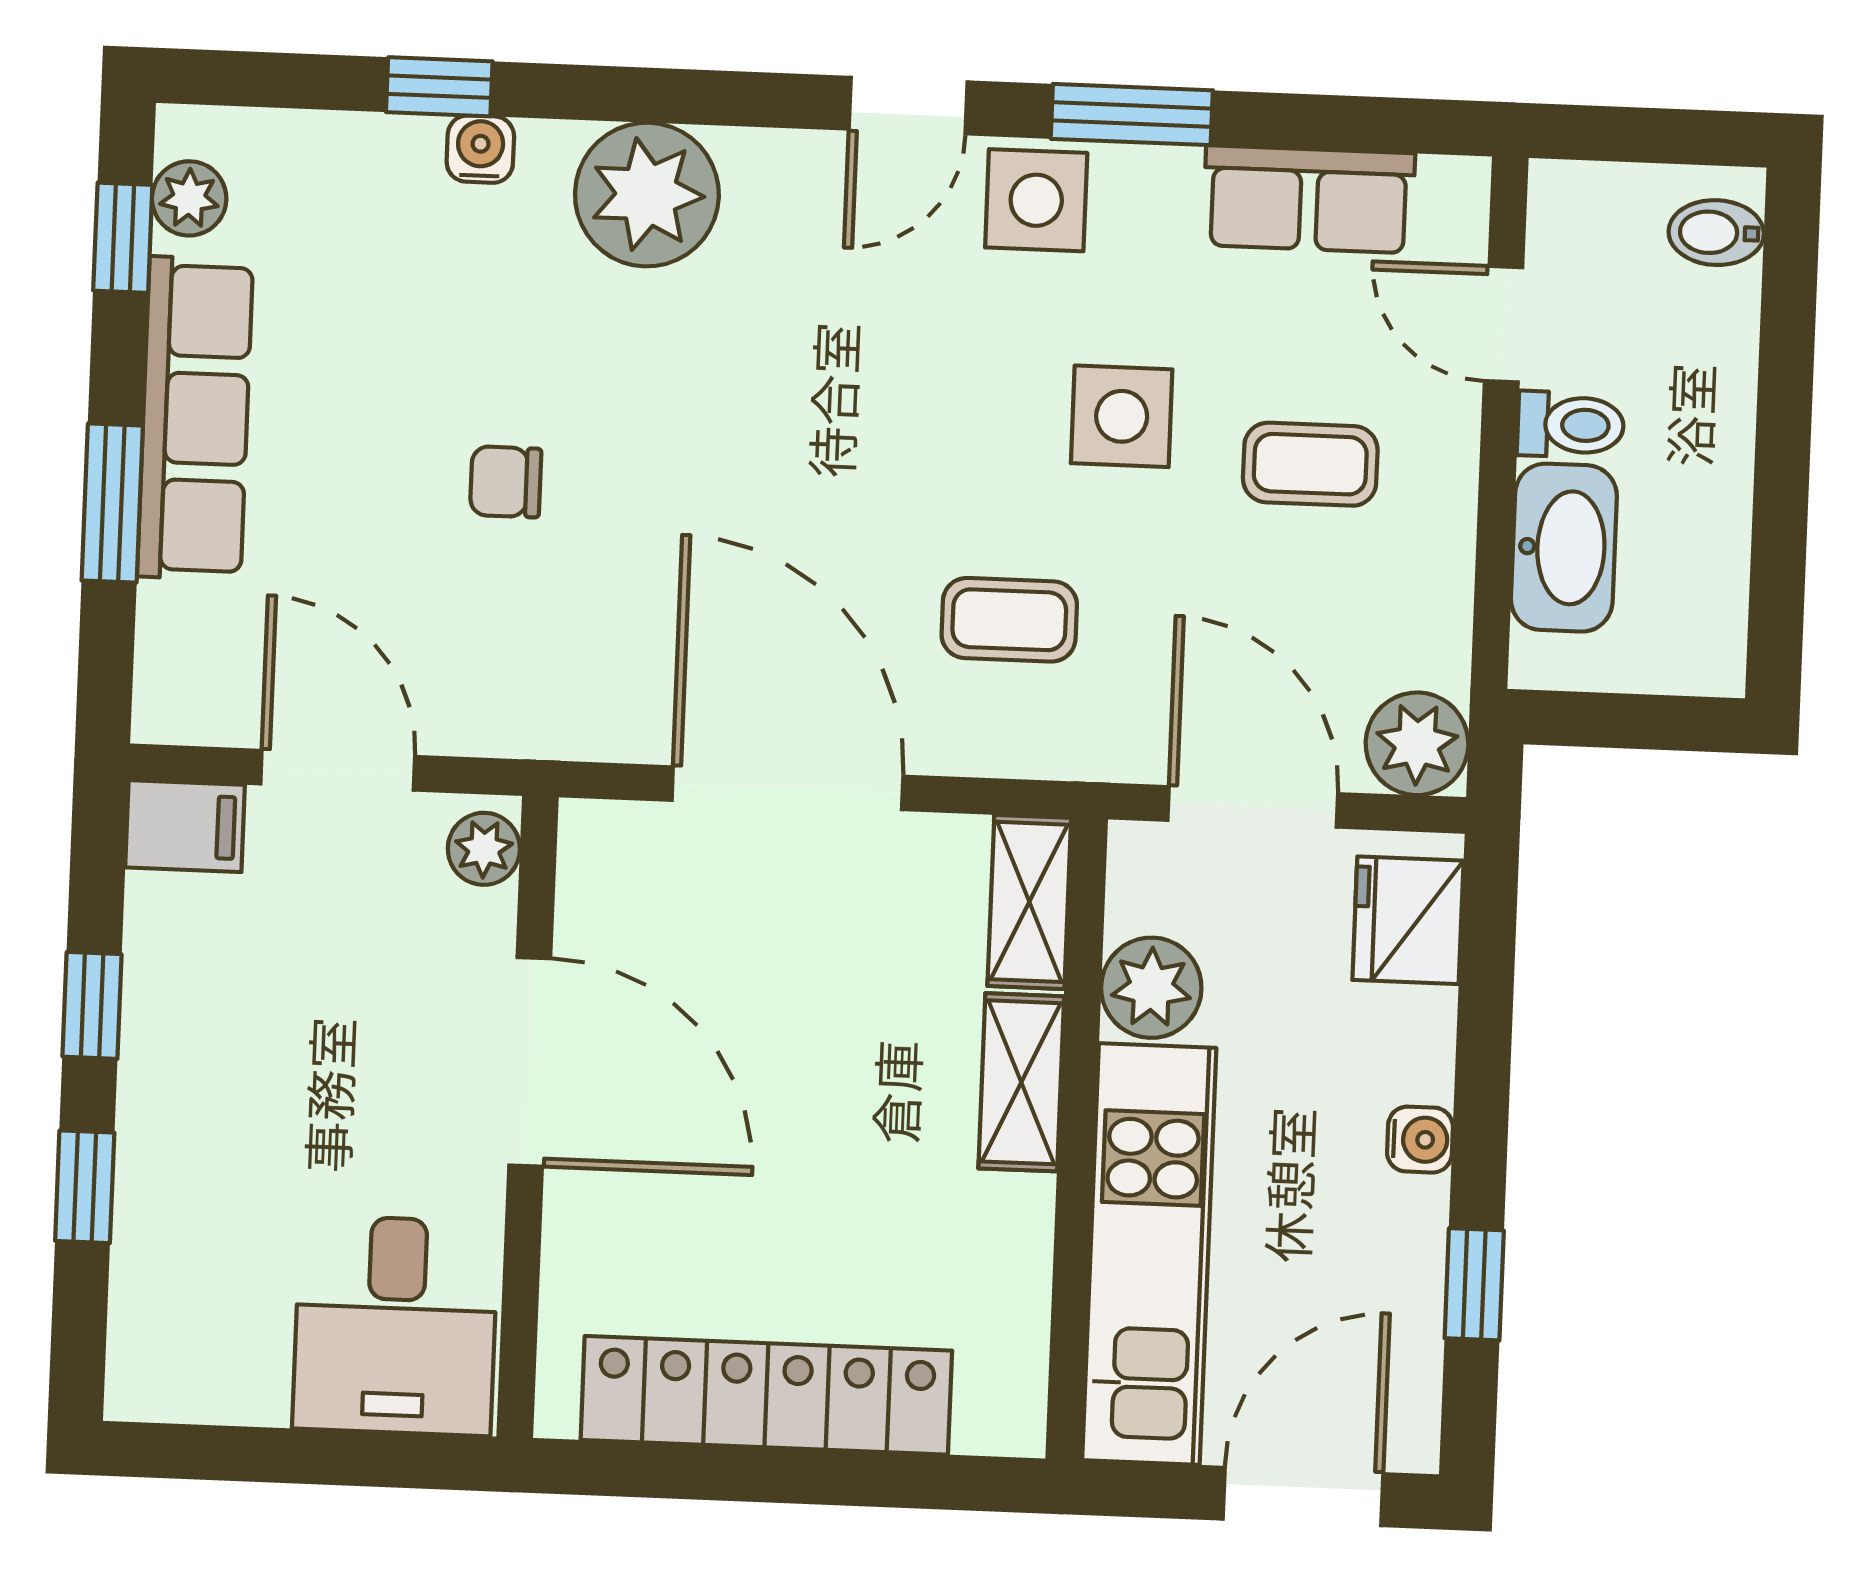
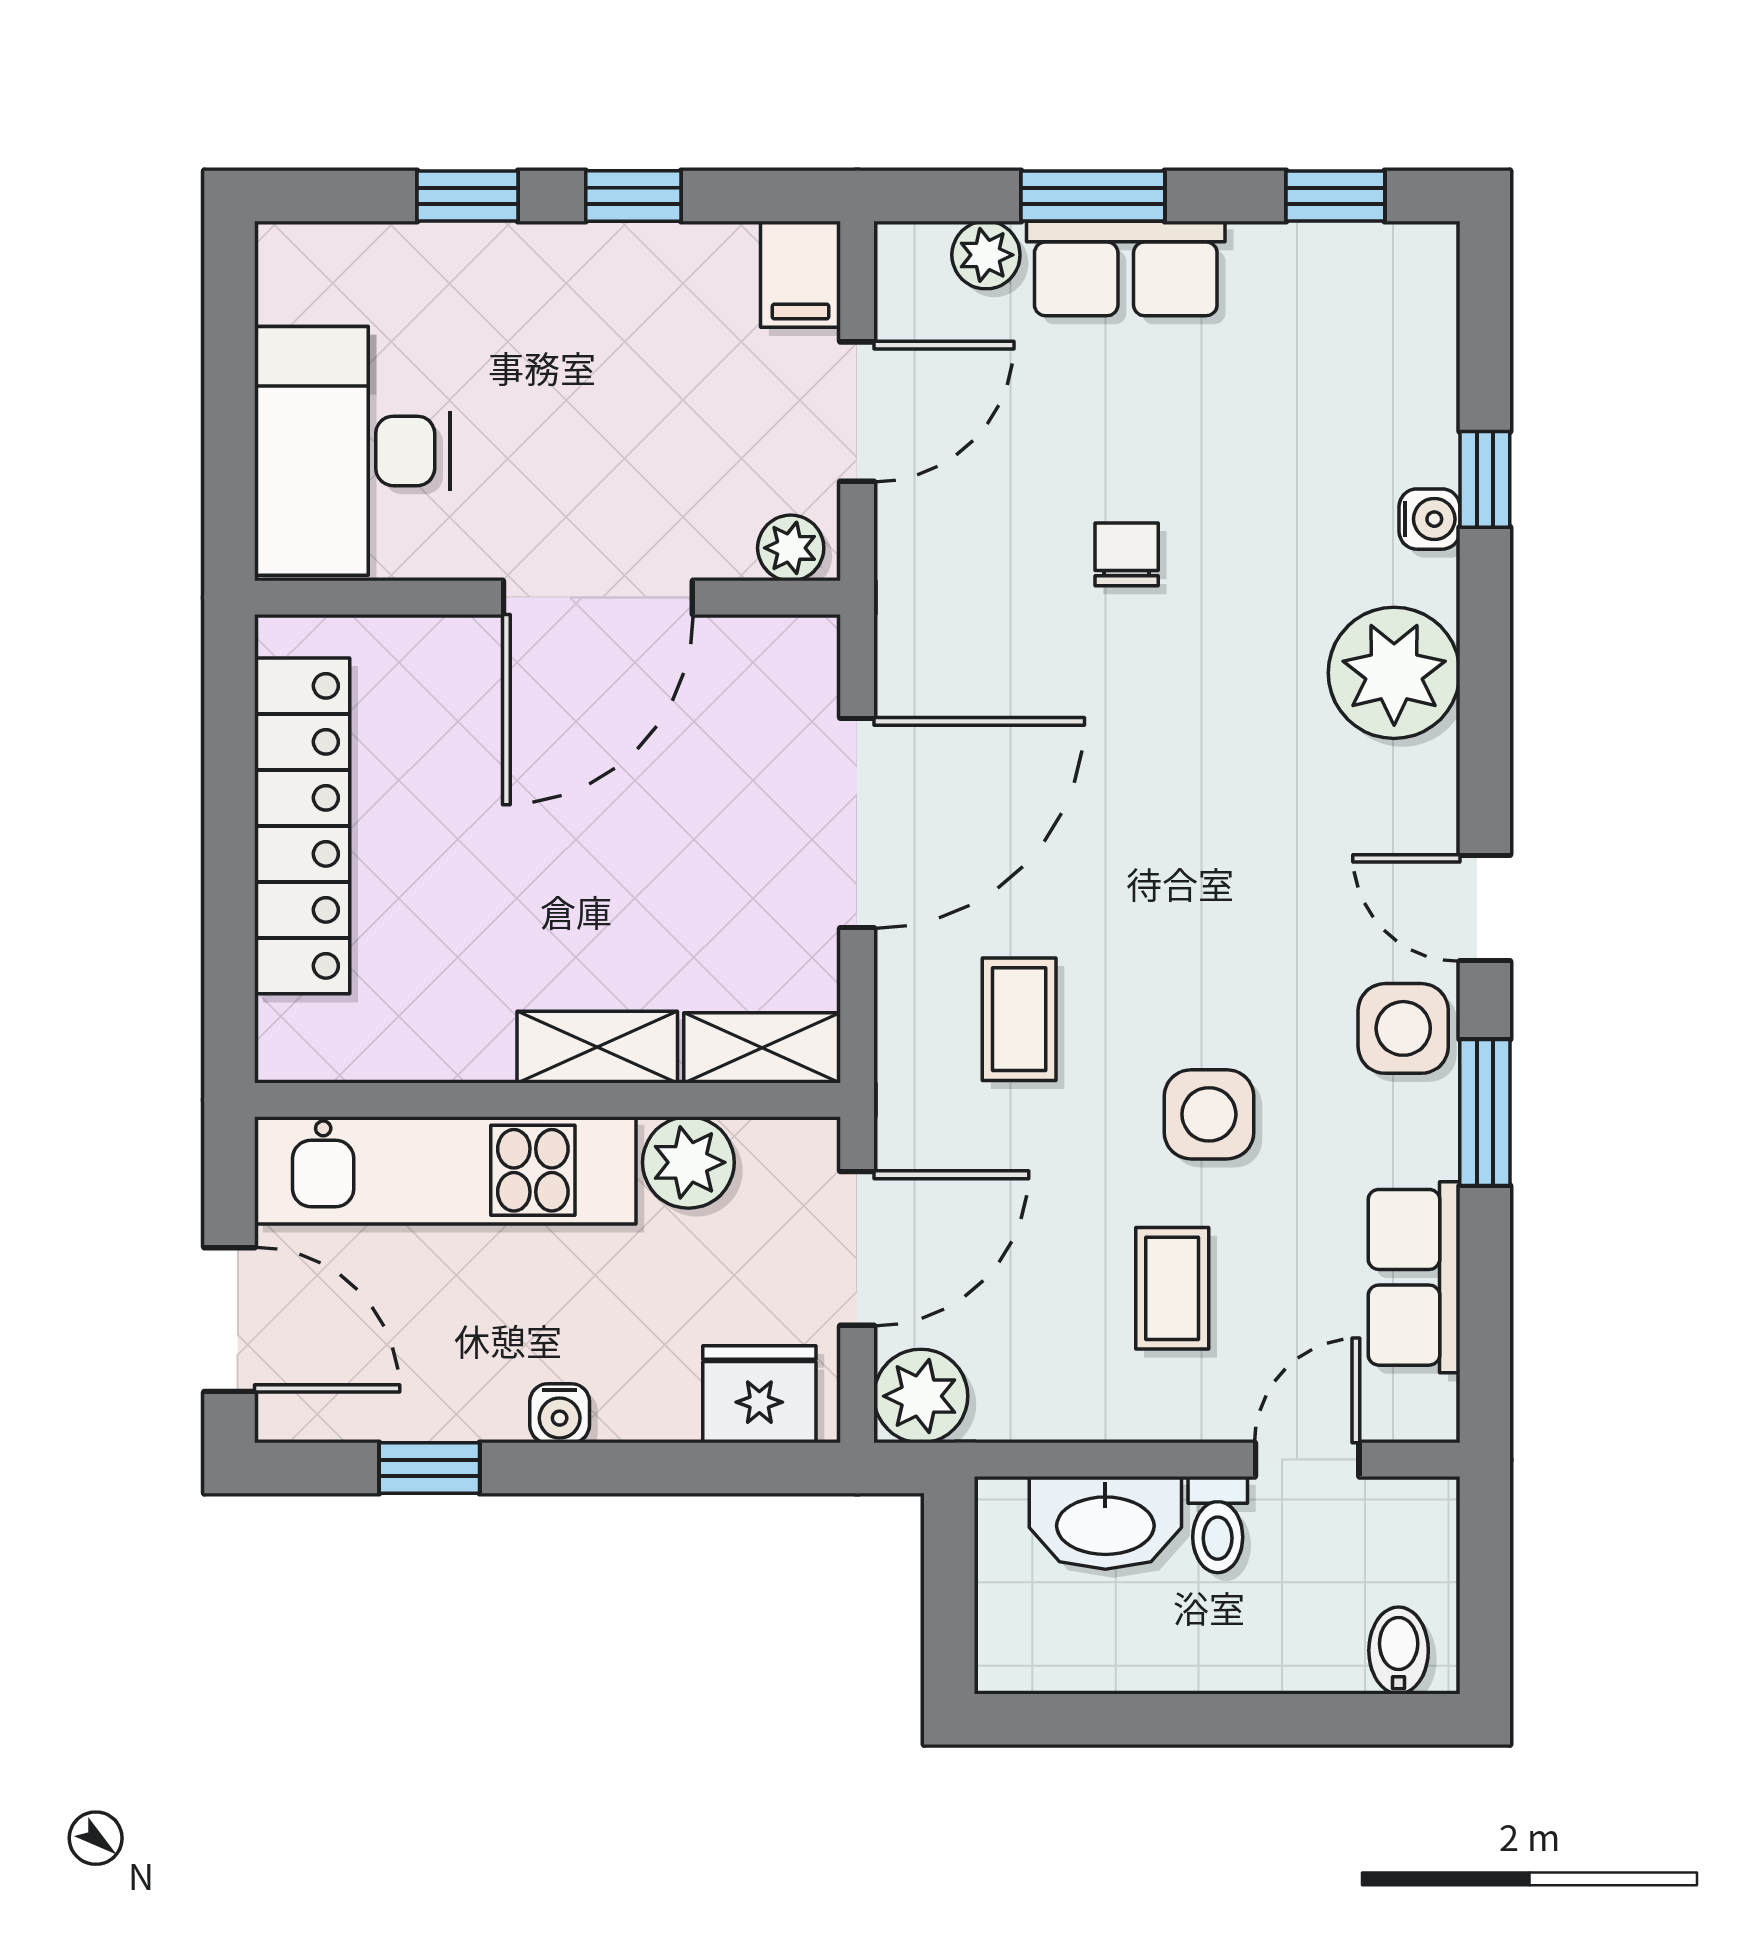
plant: (189, 198) -> (986, 255), moved
row of seats: (195, 418) -> (1126, 268), width x0.68
desk: (395, 1325) -> (352, 451), width x1.37

